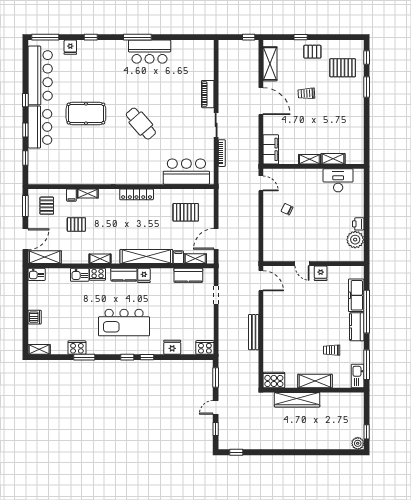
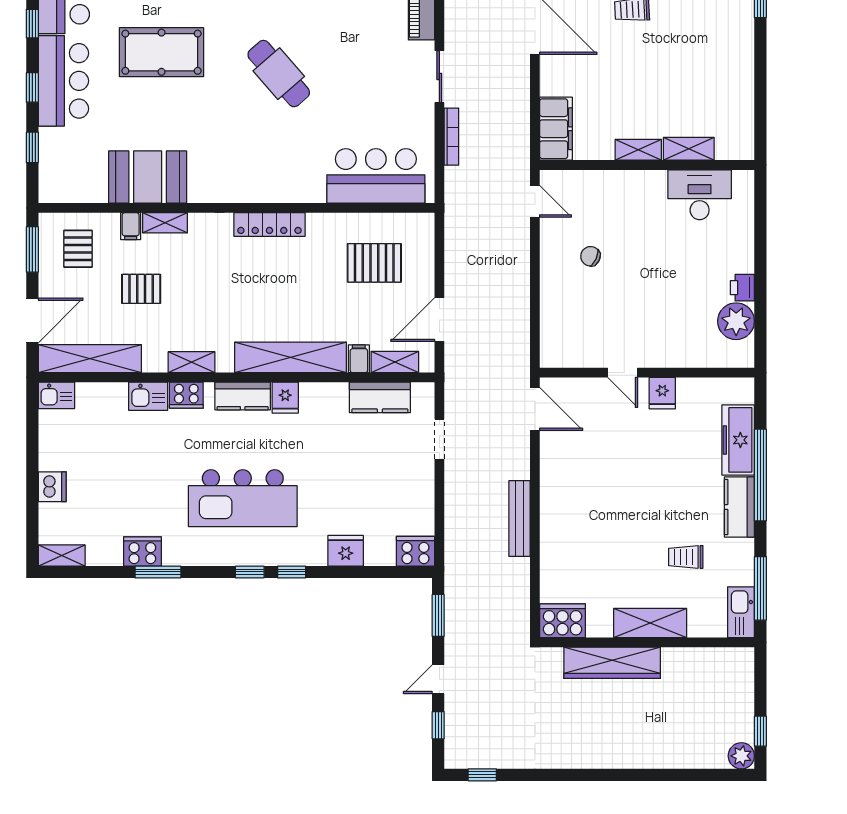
booth: (79, 172) -> (148, 177), added
shelving: (45, 257) -> (90, 359), width x1.47

